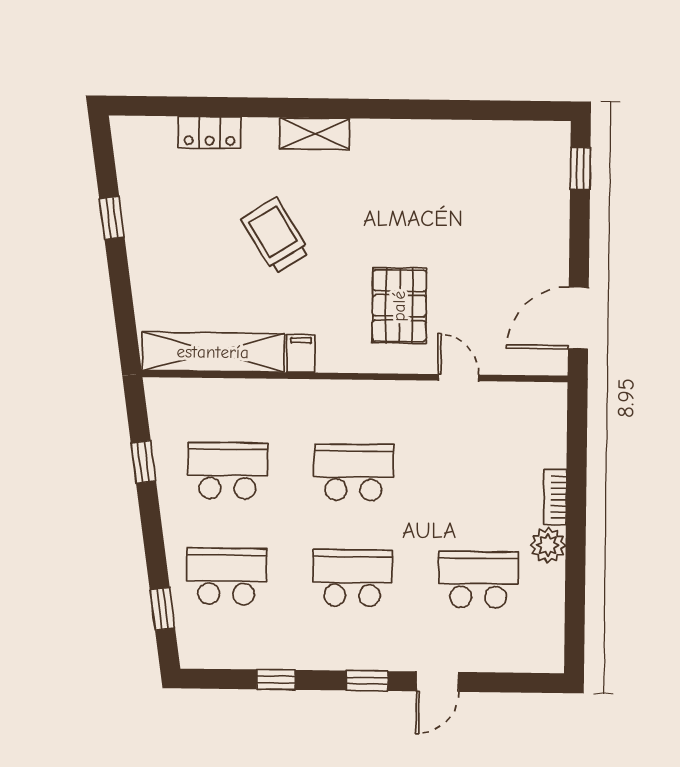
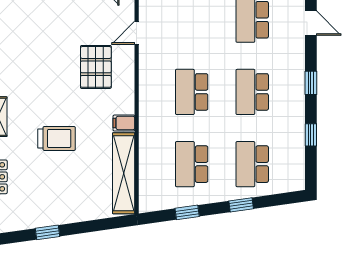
trolley: (275, 236) -> (57, 138), turned -148
pallet: (399, 306) -> (96, 67), turned 90
window: (162, 609) -> (241, 205), moved
door: (438, 682) -> (311, 23), moved

